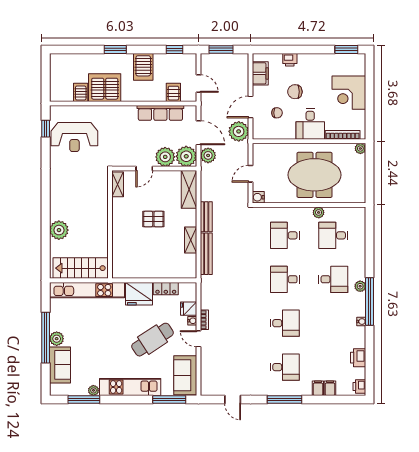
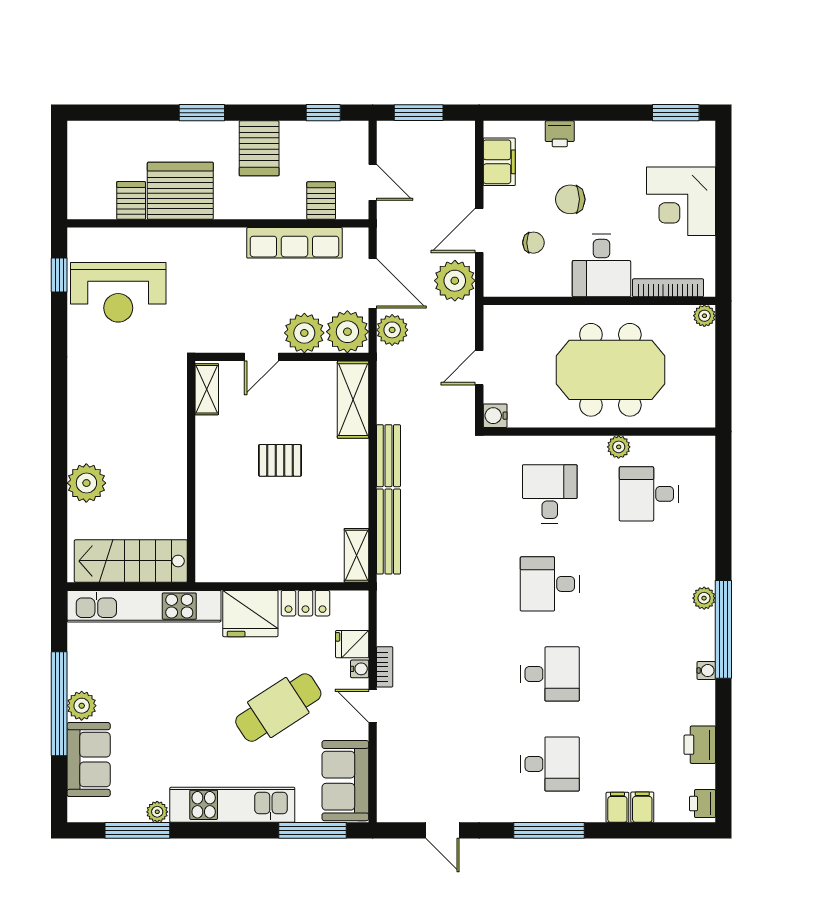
desk: (285, 235) -> (550, 494), turned 90
shelving: (191, 240) -> (356, 555), moved
desk: (333, 279) -> (649, 584), removed

